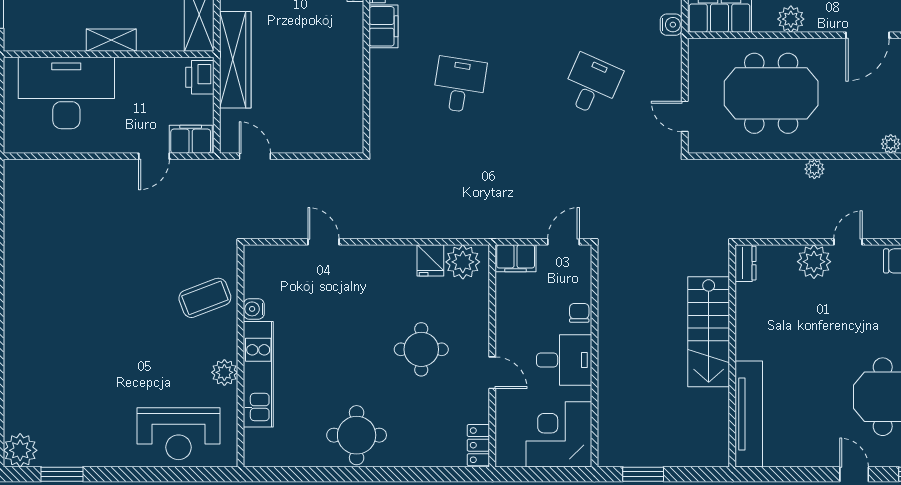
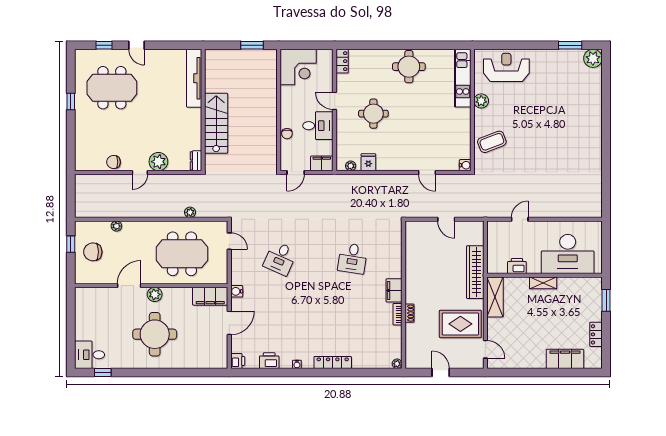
plant: (791, 19) -> (155, 294), moved
printer: (200, 77) -> (517, 266), moved, turned -90
filing cabinet: (191, 139) -> (500, 229), removed
door: (255, 156) -> (446, 219), moved
plant: (814, 169) -> (190, 212), moved
plant: (463, 262) -> (351, 166), width x0.53, depth x0.53
water cooler: (254, 309) -> (465, 165), moved
desk: (564, 360) -> (318, 126), moved, turned 180
kitchen unit: (258, 374) -> (463, 78), moved

